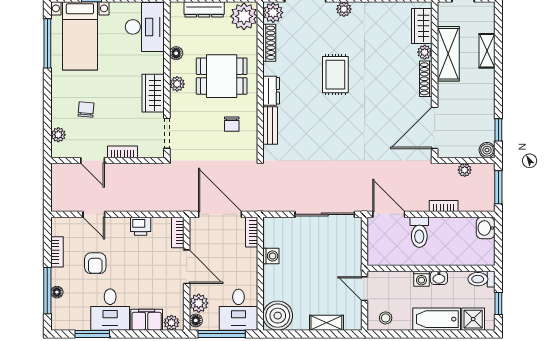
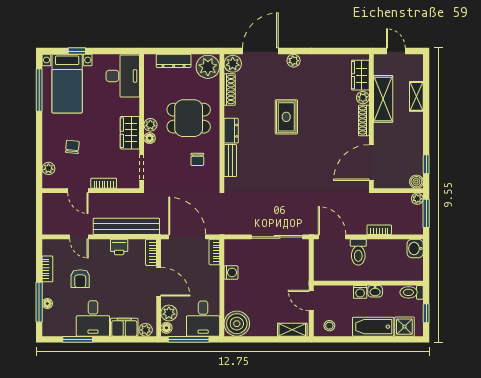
floor lamp: (176, 53) -> (150, 138), moved
plant: (465, 170) -> (417, 199), moved
bench: (149, 202) -> (126, 226), added
shelving: (326, 323) -> (292, 330), moved

